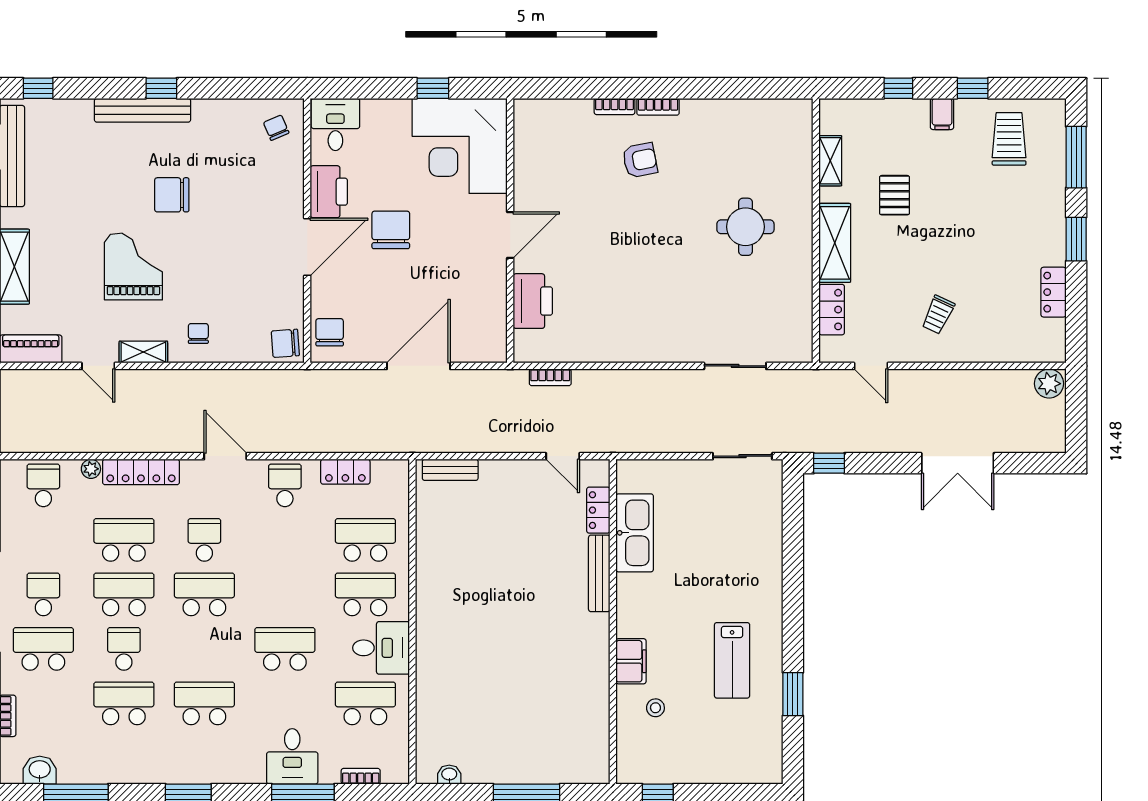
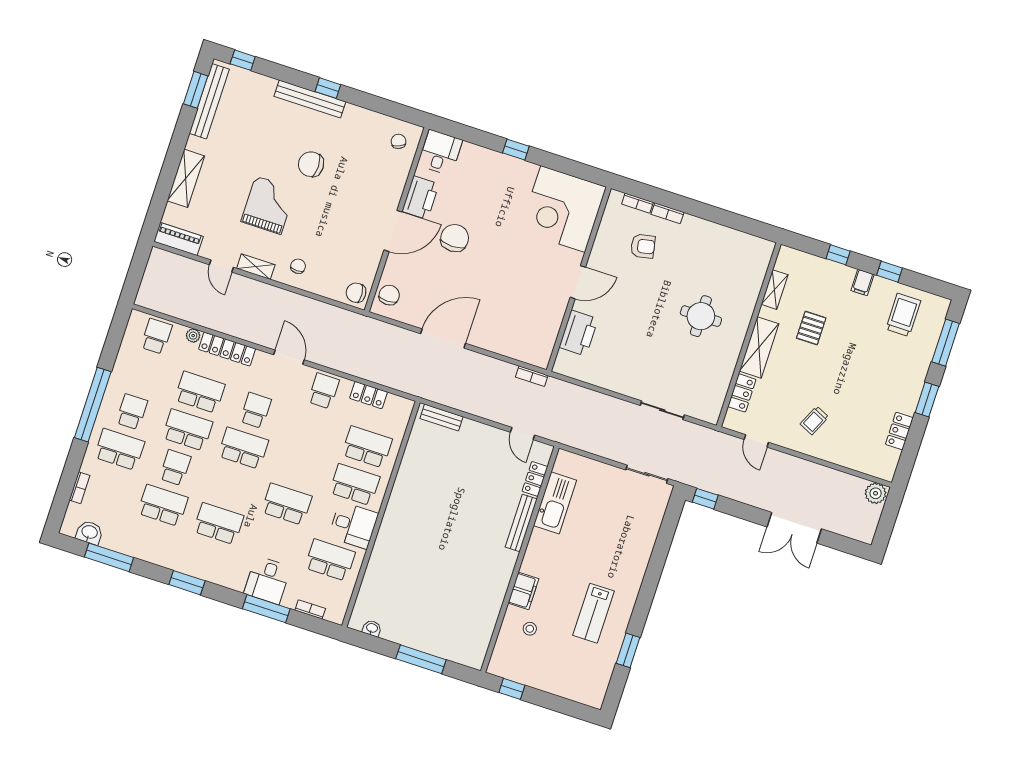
corner desk: (460, 146) -> (563, 209), moved
wall: (510, 231) -> (579, 279), moved
door: (510, 235) -> (578, 282), moved
printer: (533, 301) -> (579, 333), moved

